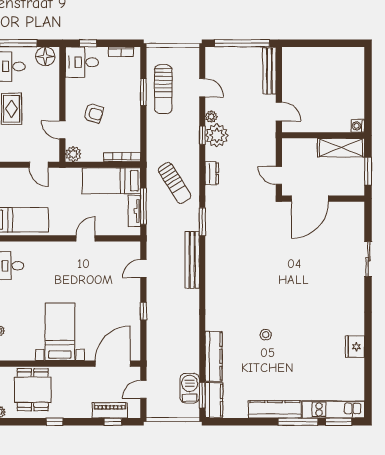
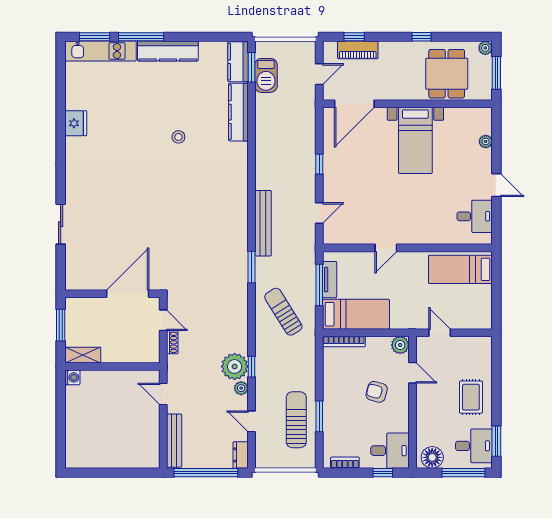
shelving: (341, 148) -> (83, 355), width x0.67, depth x0.75
shoe rack: (271, 156) -> (172, 342), added
dresser: (212, 173) -> (241, 455), moved

